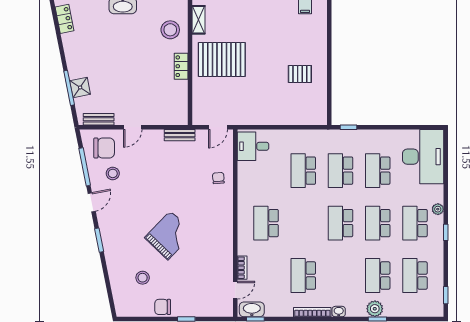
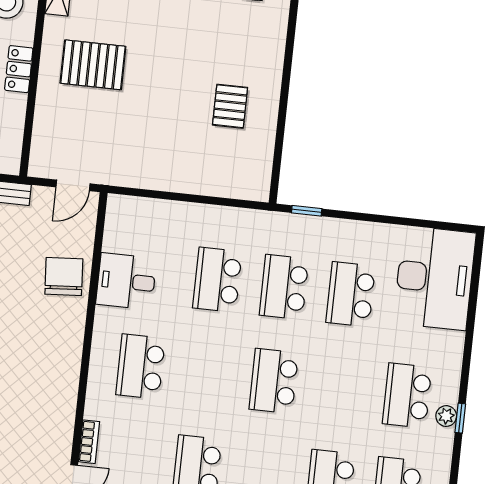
pallet: (222, 59) -> (93, 65), width x0.73, depth x0.71
pallet: (300, 74) -> (230, 106), turned 90
desk: (253, 146) -> (126, 281), moved
chair: (218, 178) -> (64, 277), width x1.87, depth x1.87
plant: (438, 209) -> (446, 416), moved
school desk: (378, 223) -> (340, 388), removed

